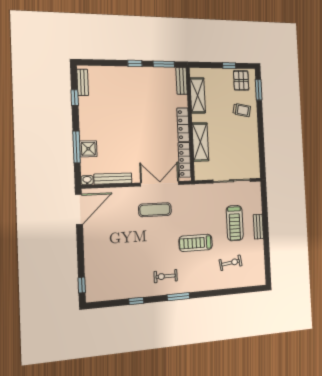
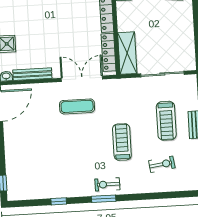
shelving: (200, 142) -> (127, 53), moved
treadmill: (196, 243) -> (122, 142), turned 90
exercise bike: (166, 276) -> (107, 184), moved

